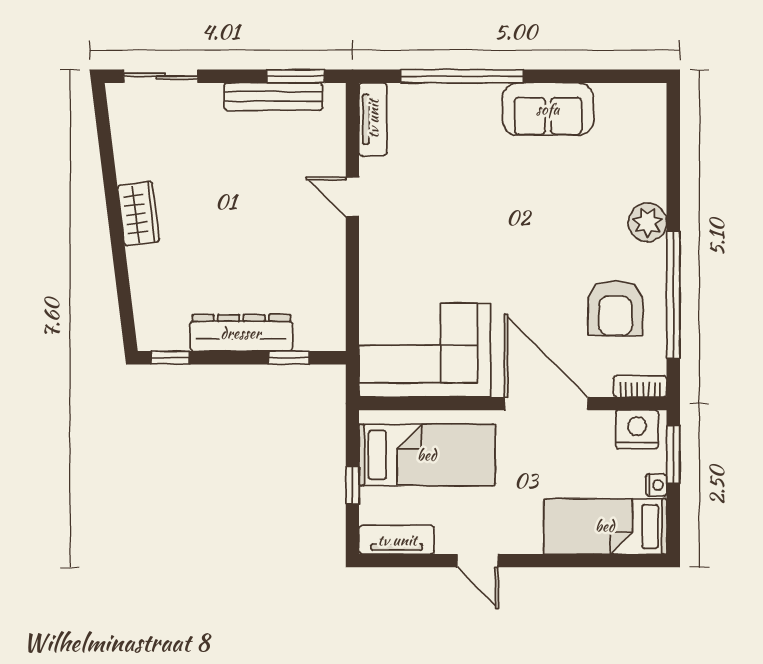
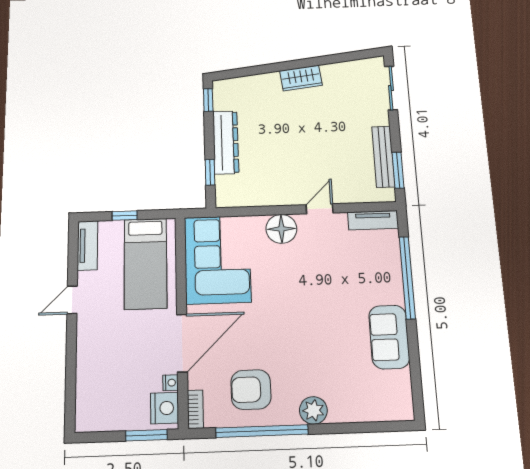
floor lamp: (381, 255) -> (281, 229), added
nightstand: (656, 485) -> (170, 383), moved, turned -90
bed: (605, 526) -> (95, 388), removed

